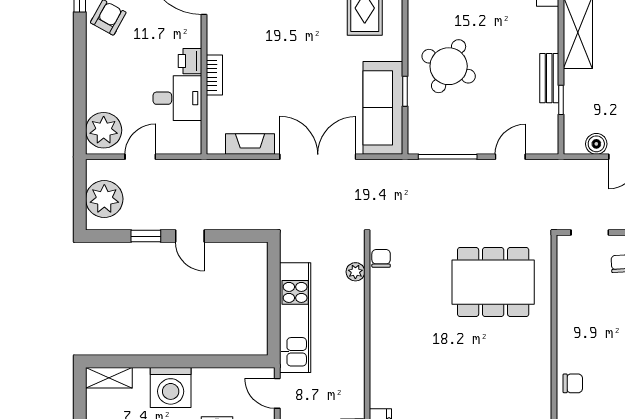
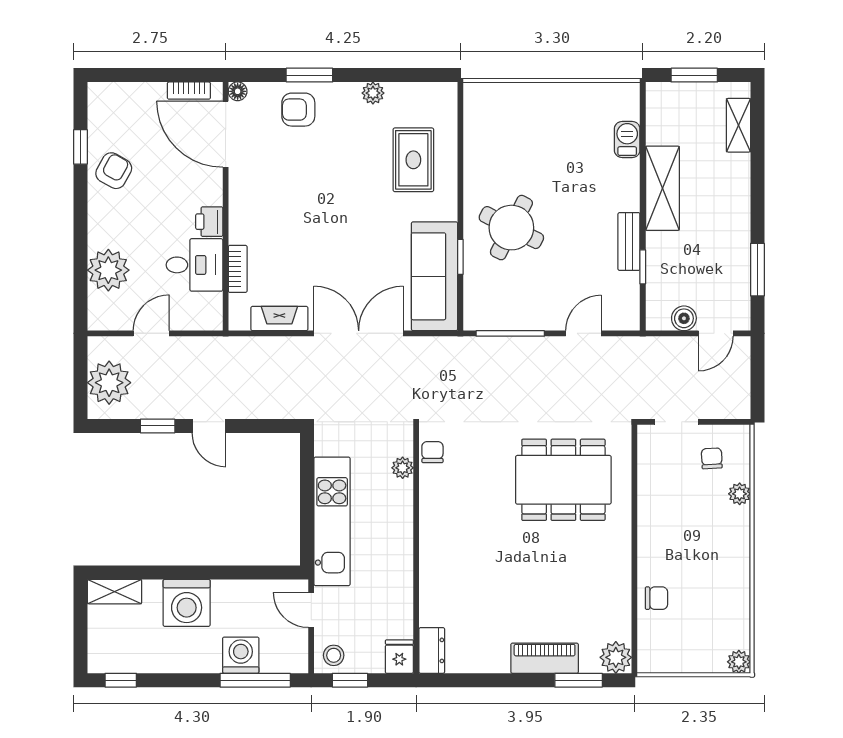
bookcase: (214, 75) -> (238, 269), moved
plant: (104, 130) -> (108, 270), moved

